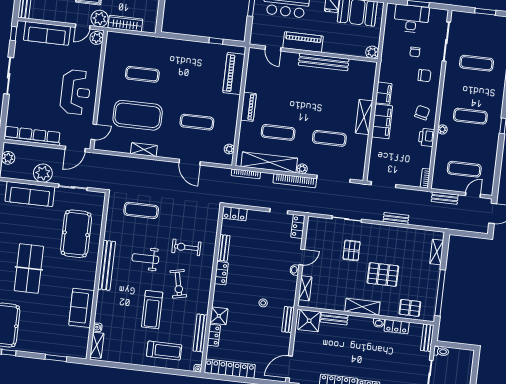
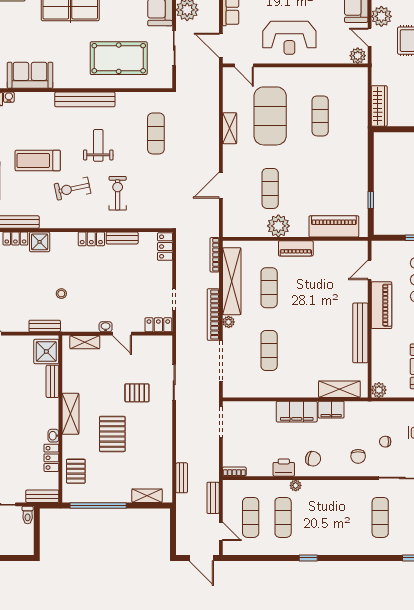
plant: (100, 19) -> (381, 16), moved
wardrobe: (125, 23) -> (379, 106), moved
exercise mat: (470, 116) -> (283, 517), moved
shelving: (364, 117) -> (339, 389), moved
plant: (229, 149) -> (278, 226), moved, width x1.87, depth x1.87
bench: (396, 218) -> (182, 478), moved

